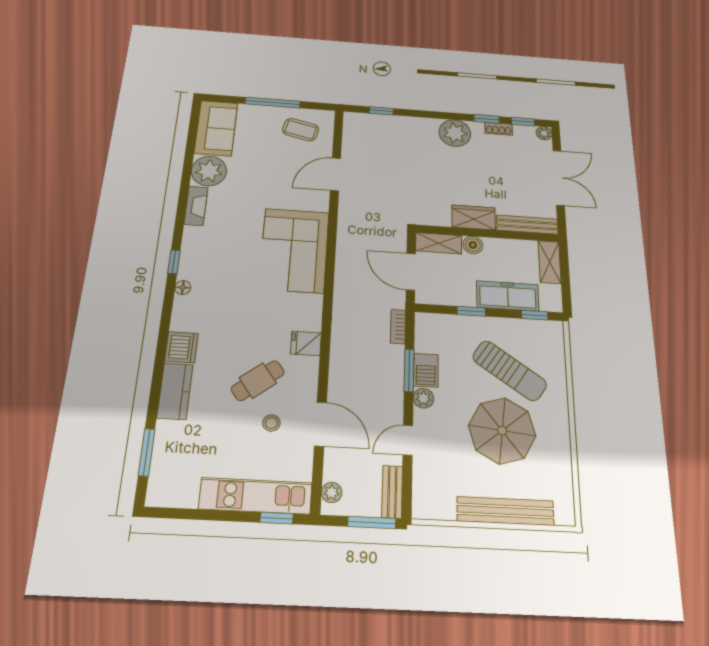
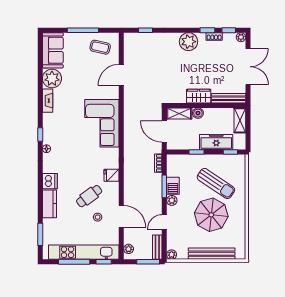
kitchen unit: (256, 496) -> (84, 252), width x1.36
plant: (422, 509) -> (172, 255), added
window: (212, 515) -> (74, 262), added

